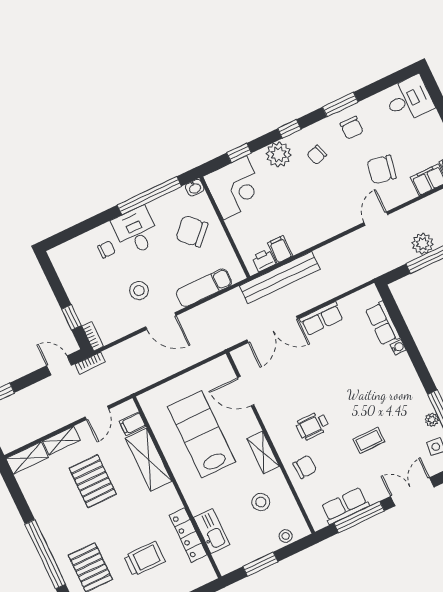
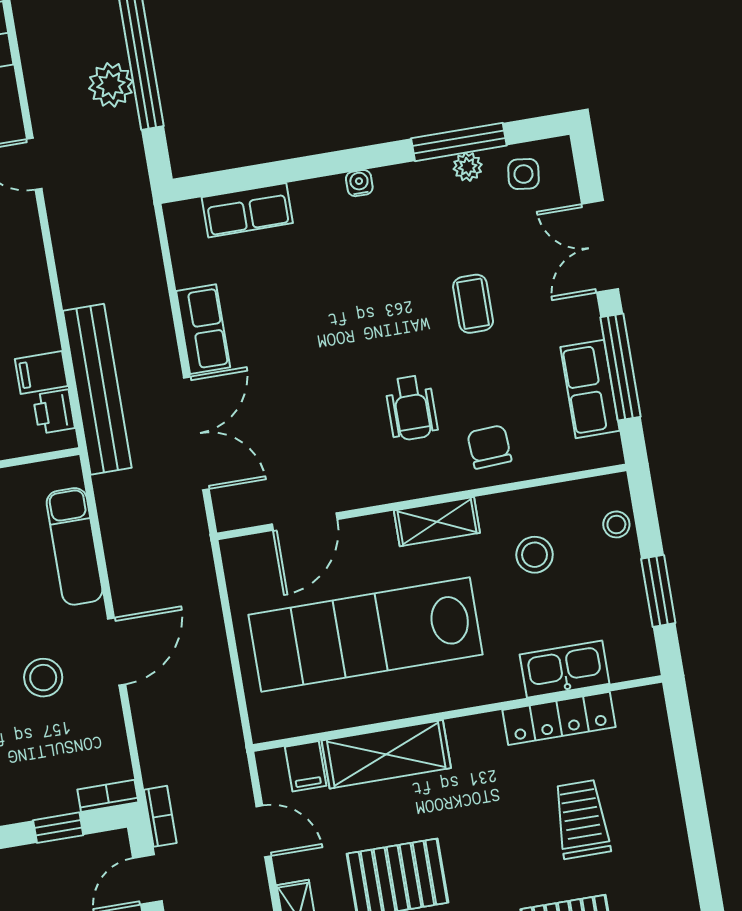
water cooler: (398, 347) -> (359, 183), moved
lab bench: (201, 434) -> (366, 635), width x1.36

